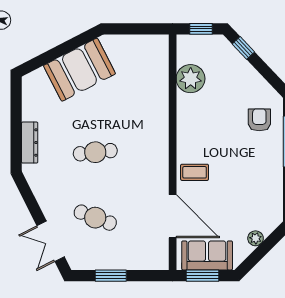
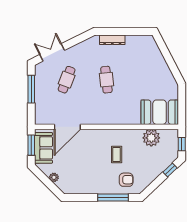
booth: (79, 70) -> (160, 112), moved, turned -63
coffee table: (195, 172) -> (117, 154), moved
window: (111, 276) -> (31, 89), width x1.44

